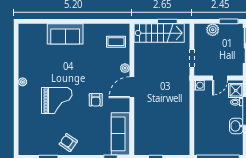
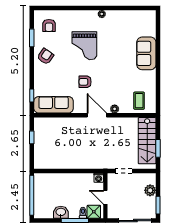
armchair: (35, 139) -> (49, 25), added

